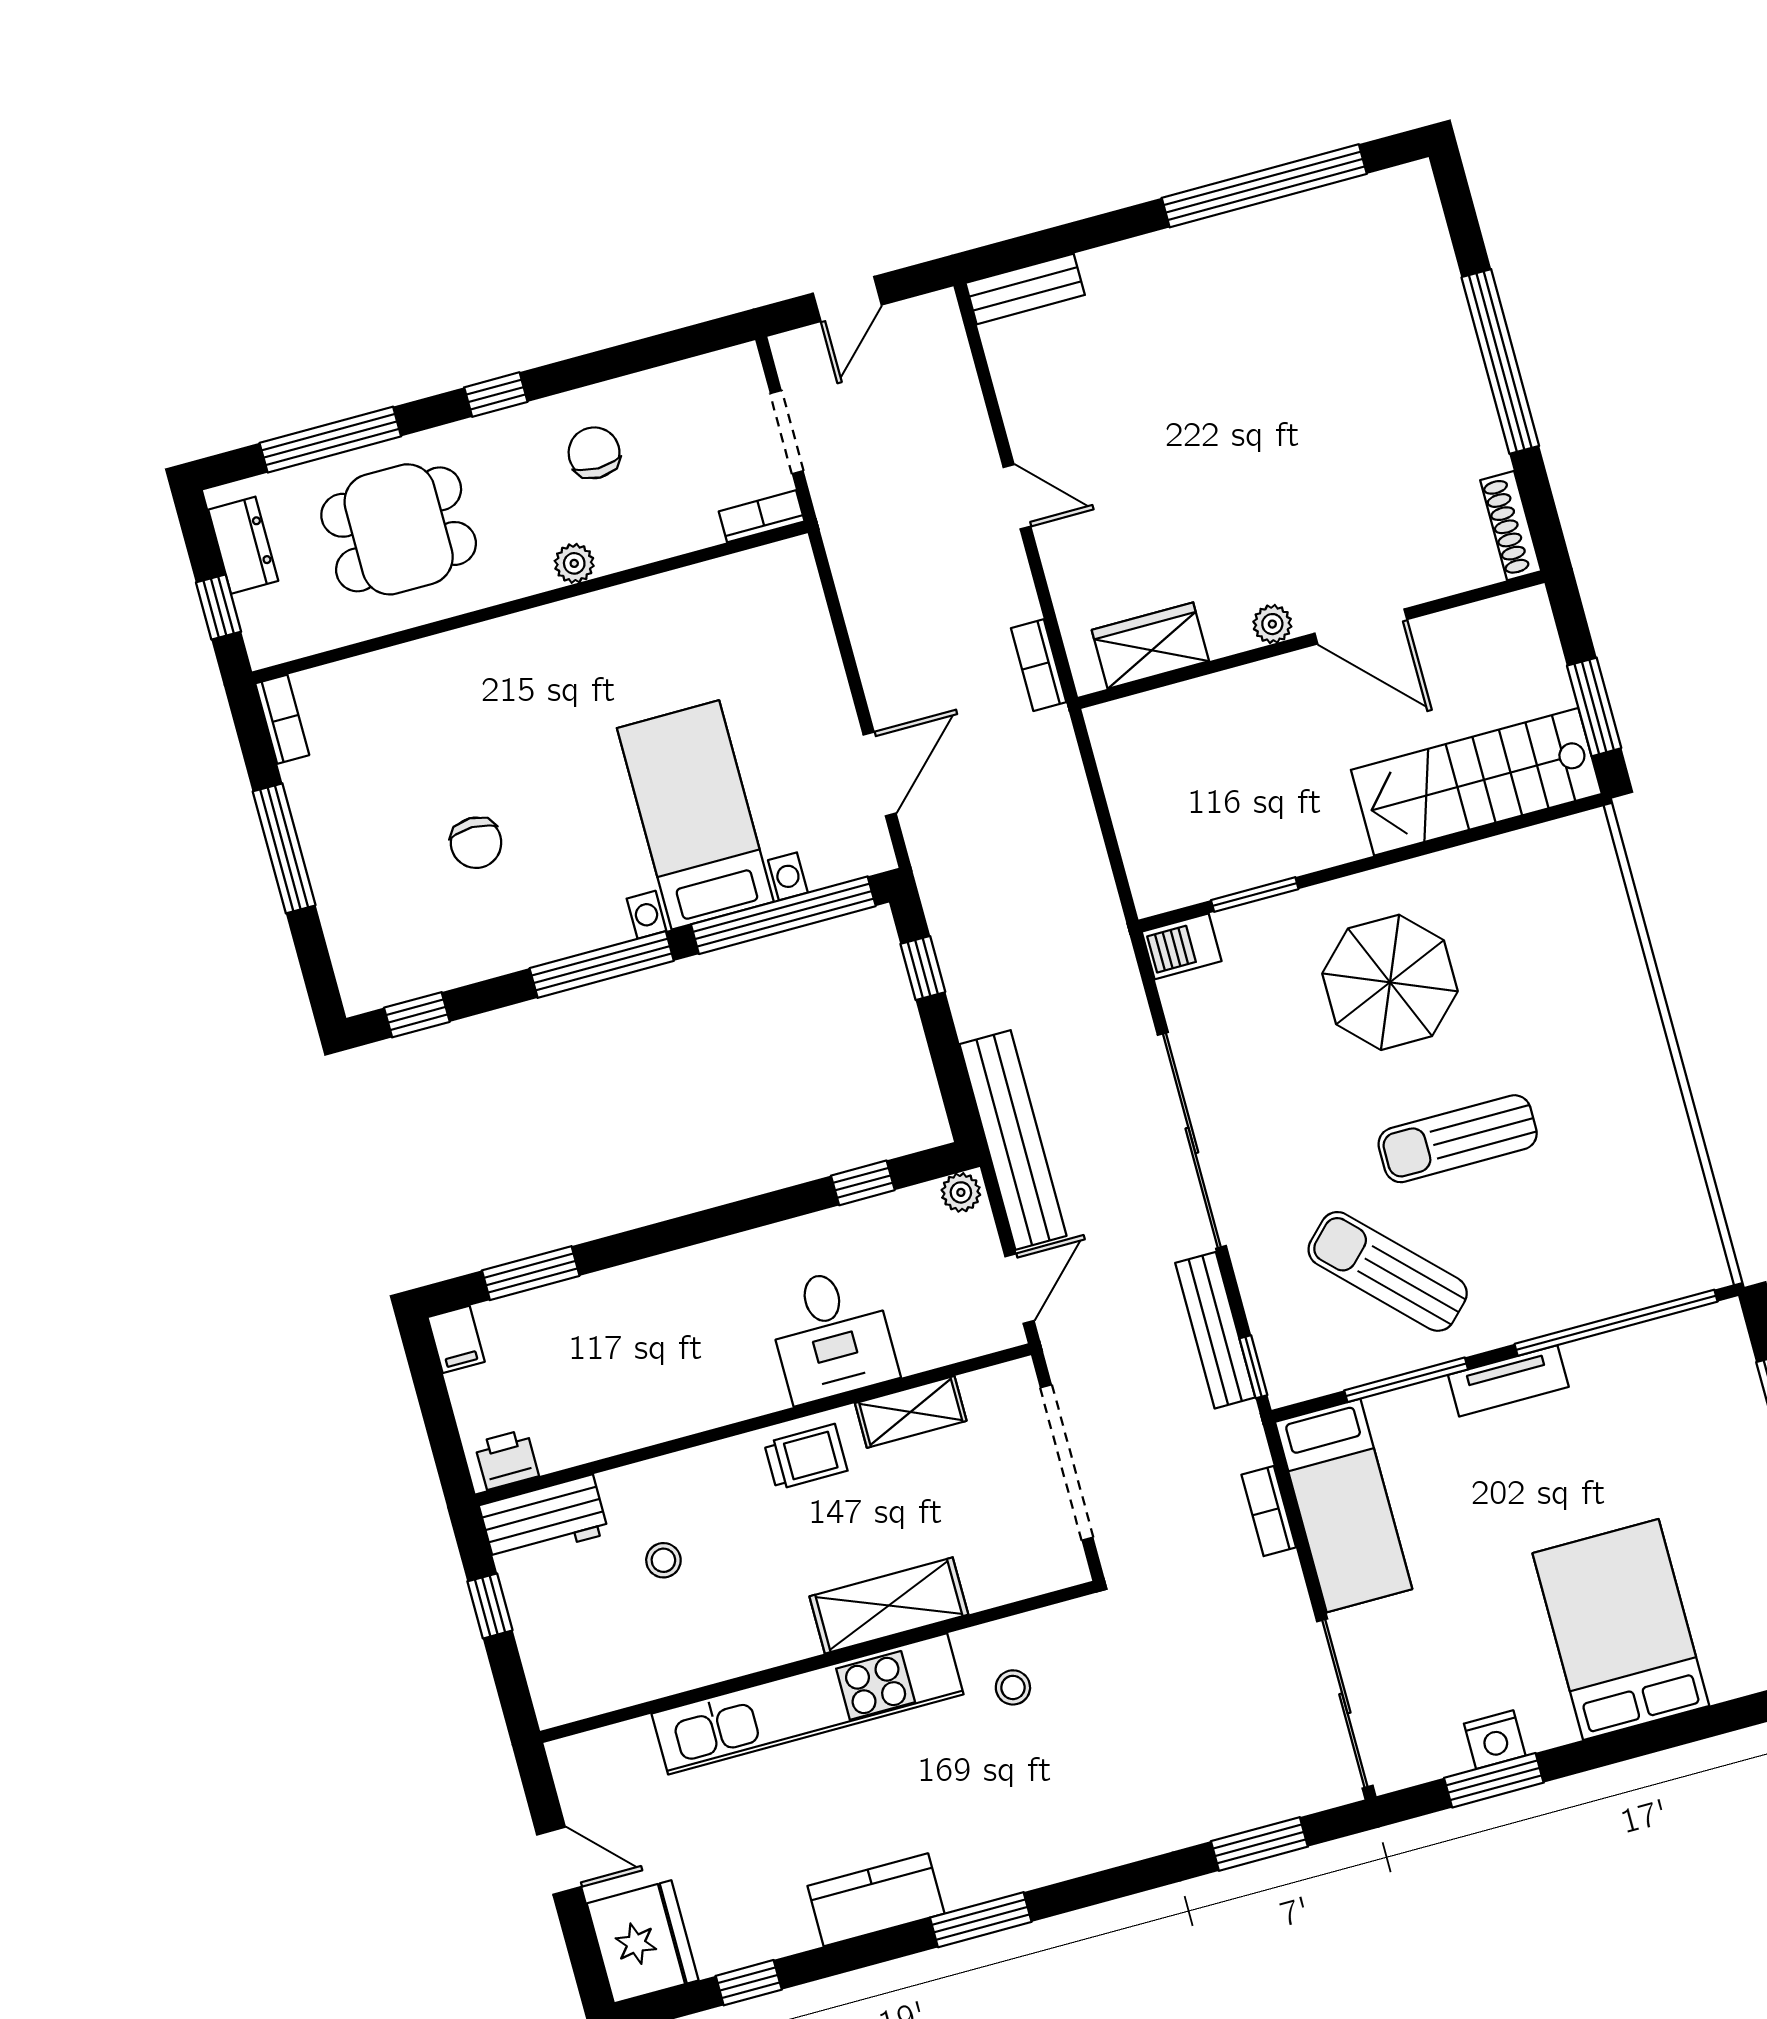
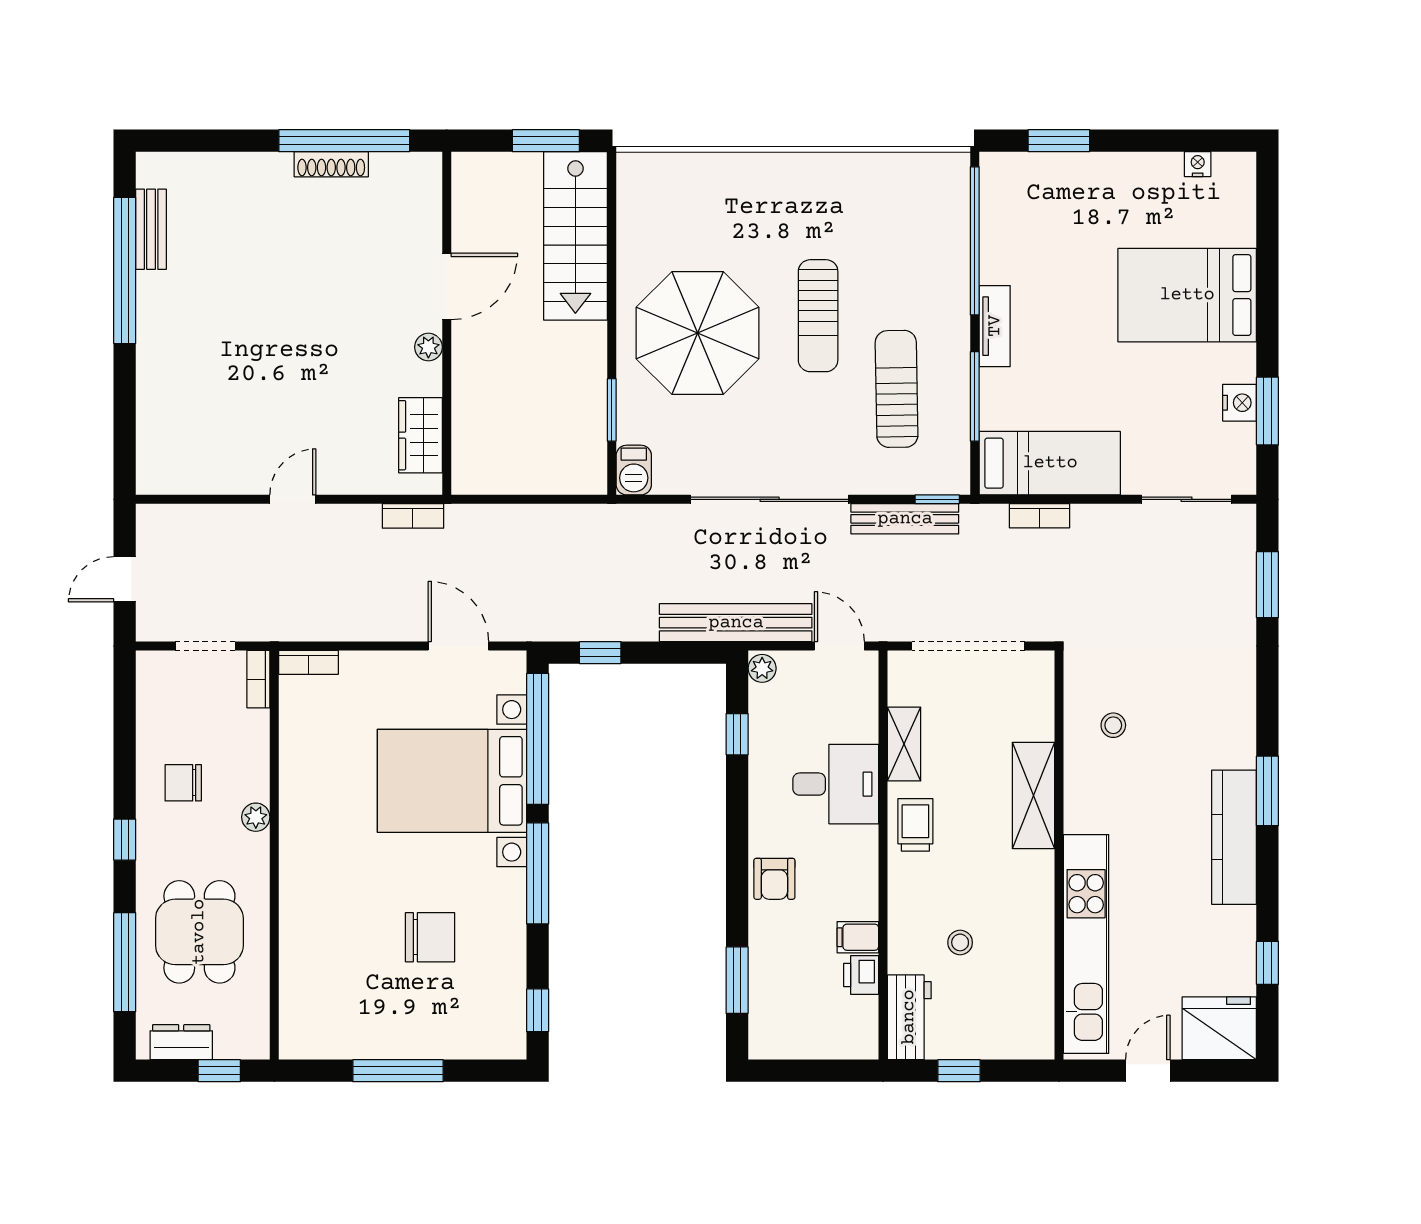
bench: (1025, 289) -> (151, 229), moved
door: (847, 299) -> (125, 579), swing flipped
window: (1500, 361) -> (344, 141), moved
shoe rack: (1511, 526) -> (331, 164), moved
bookcase: (282, 719) -> (309, 662), moved, turned 180
bed with nightstands: (695, 815) -> (452, 781), width x1.36
chair: (476, 843) -> (430, 937), width x1.37, depth x1.37
parasol: (1390, 982) -> (698, 333), width x1.36, depth x1.36
sun lounger: (1388, 1271) -> (897, 389), turned 134
armchair: (681, 1286) -> (774, 879), added
filing cabinet: (456, 1339) -> (858, 937), moved, turned 180
printer: (507, 1459) -> (861, 975), moved
sliding door: (1345, 1703) -> (1186, 499), width x0.73
kitchen unit: (808, 1704) -> (1086, 944), moved
kitchen counter: (876, 1900) -> (1234, 837), width x1.50

